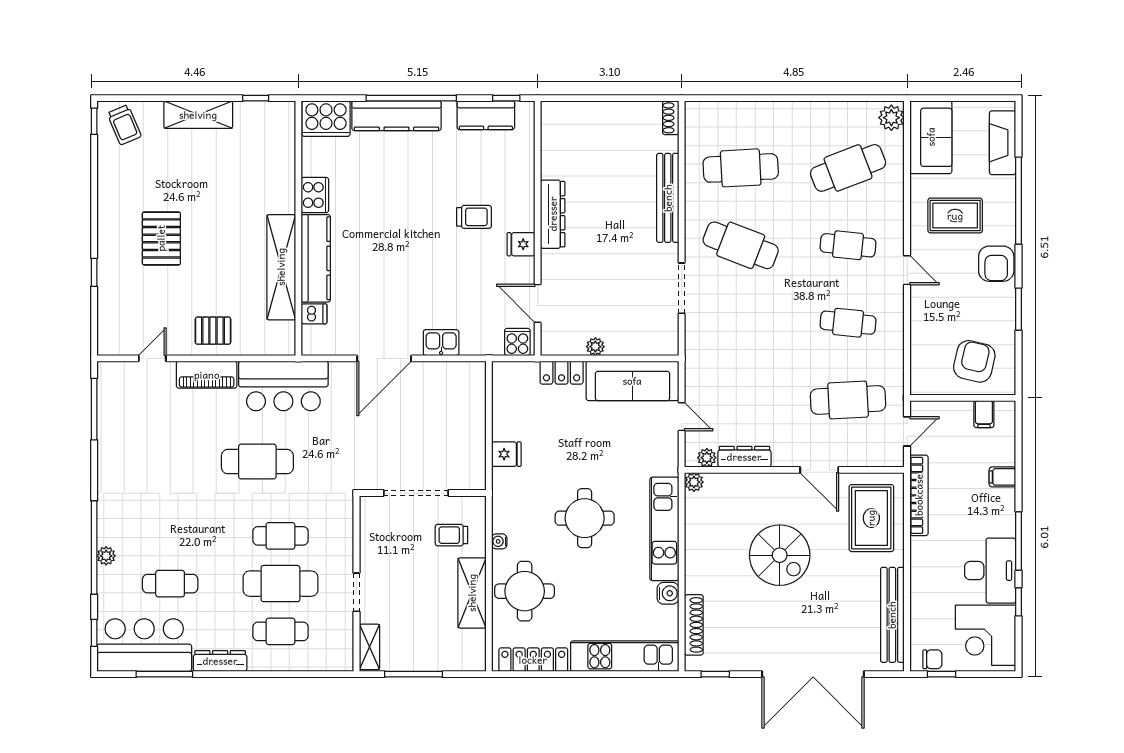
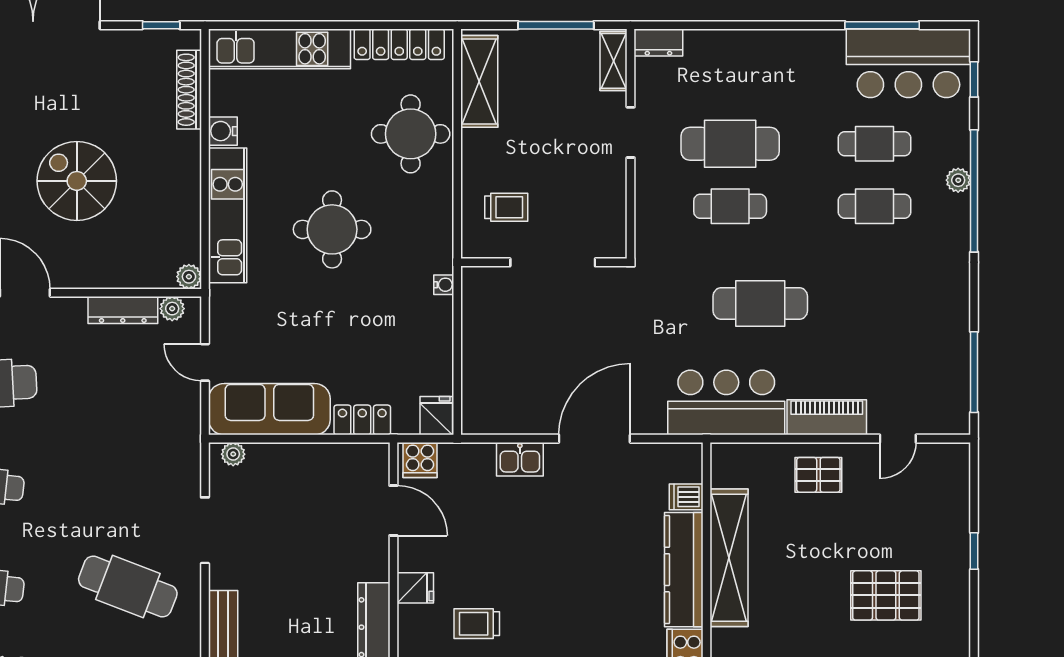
pallet: (161, 238) -> (886, 595), turned 90
plant: (595, 347) -> (233, 454), moved
fridge: (506, 454) -> (436, 416), moved, turned 90
water cooler: (499, 541) -> (444, 285), moved
shelving: (472, 593) -> (479, 81), moved
cafe table: (280, 631) -> (874, 206), moved
dresser: (220, 661) -> (658, 42), moved, width x0.70

